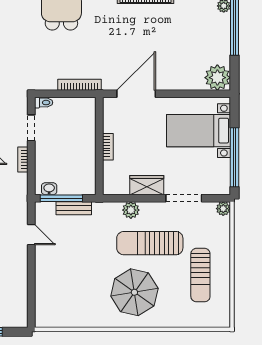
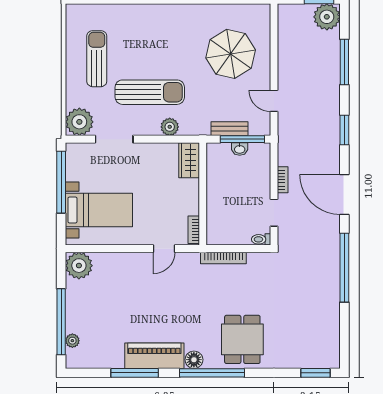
door: (136, 94) -> (164, 249), width x0.53
bookcase: (108, 147) -> (194, 230), moved
wardrobe: (147, 185) -> (189, 160), moved, turned 90
washbasin: (49, 189) -> (240, 149), moved
plant: (223, 209) -> (79, 122), width x1.88, depth x1.88
parasol: (134, 292) -> (231, 54), moved

